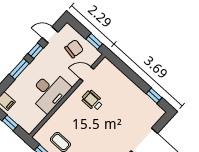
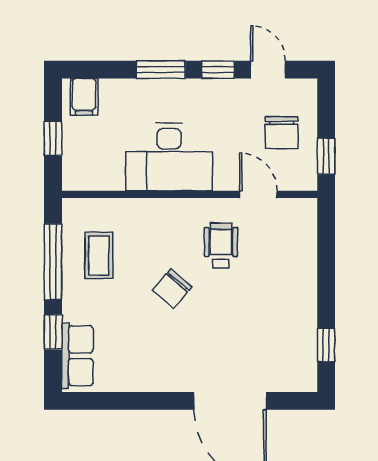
chair: (74, 49) -> (282, 133), turned 80
chair: (92, 128) -> (172, 289), added

